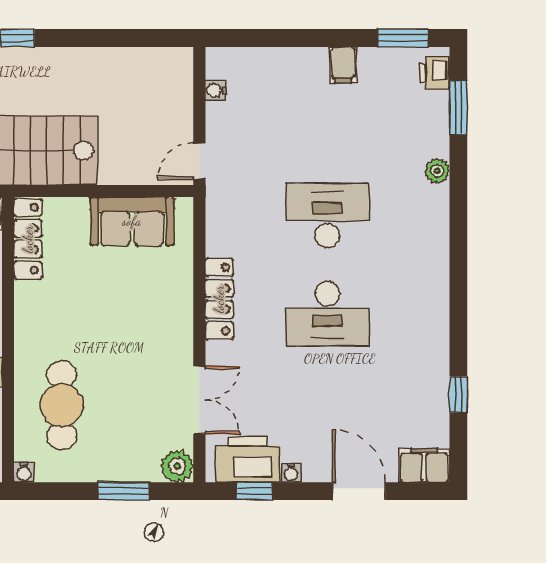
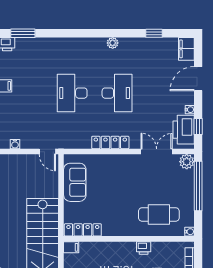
plant: (437, 171) -> (113, 43), moved
window: (124, 491) -> (198, 186), width x2.11

